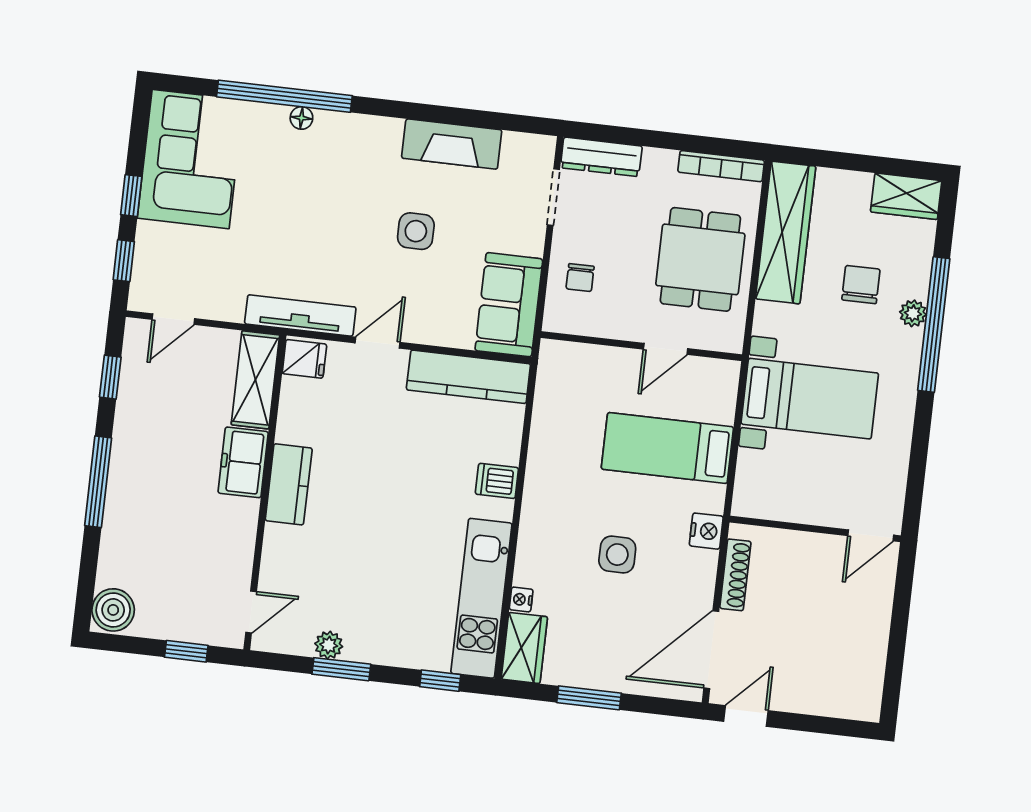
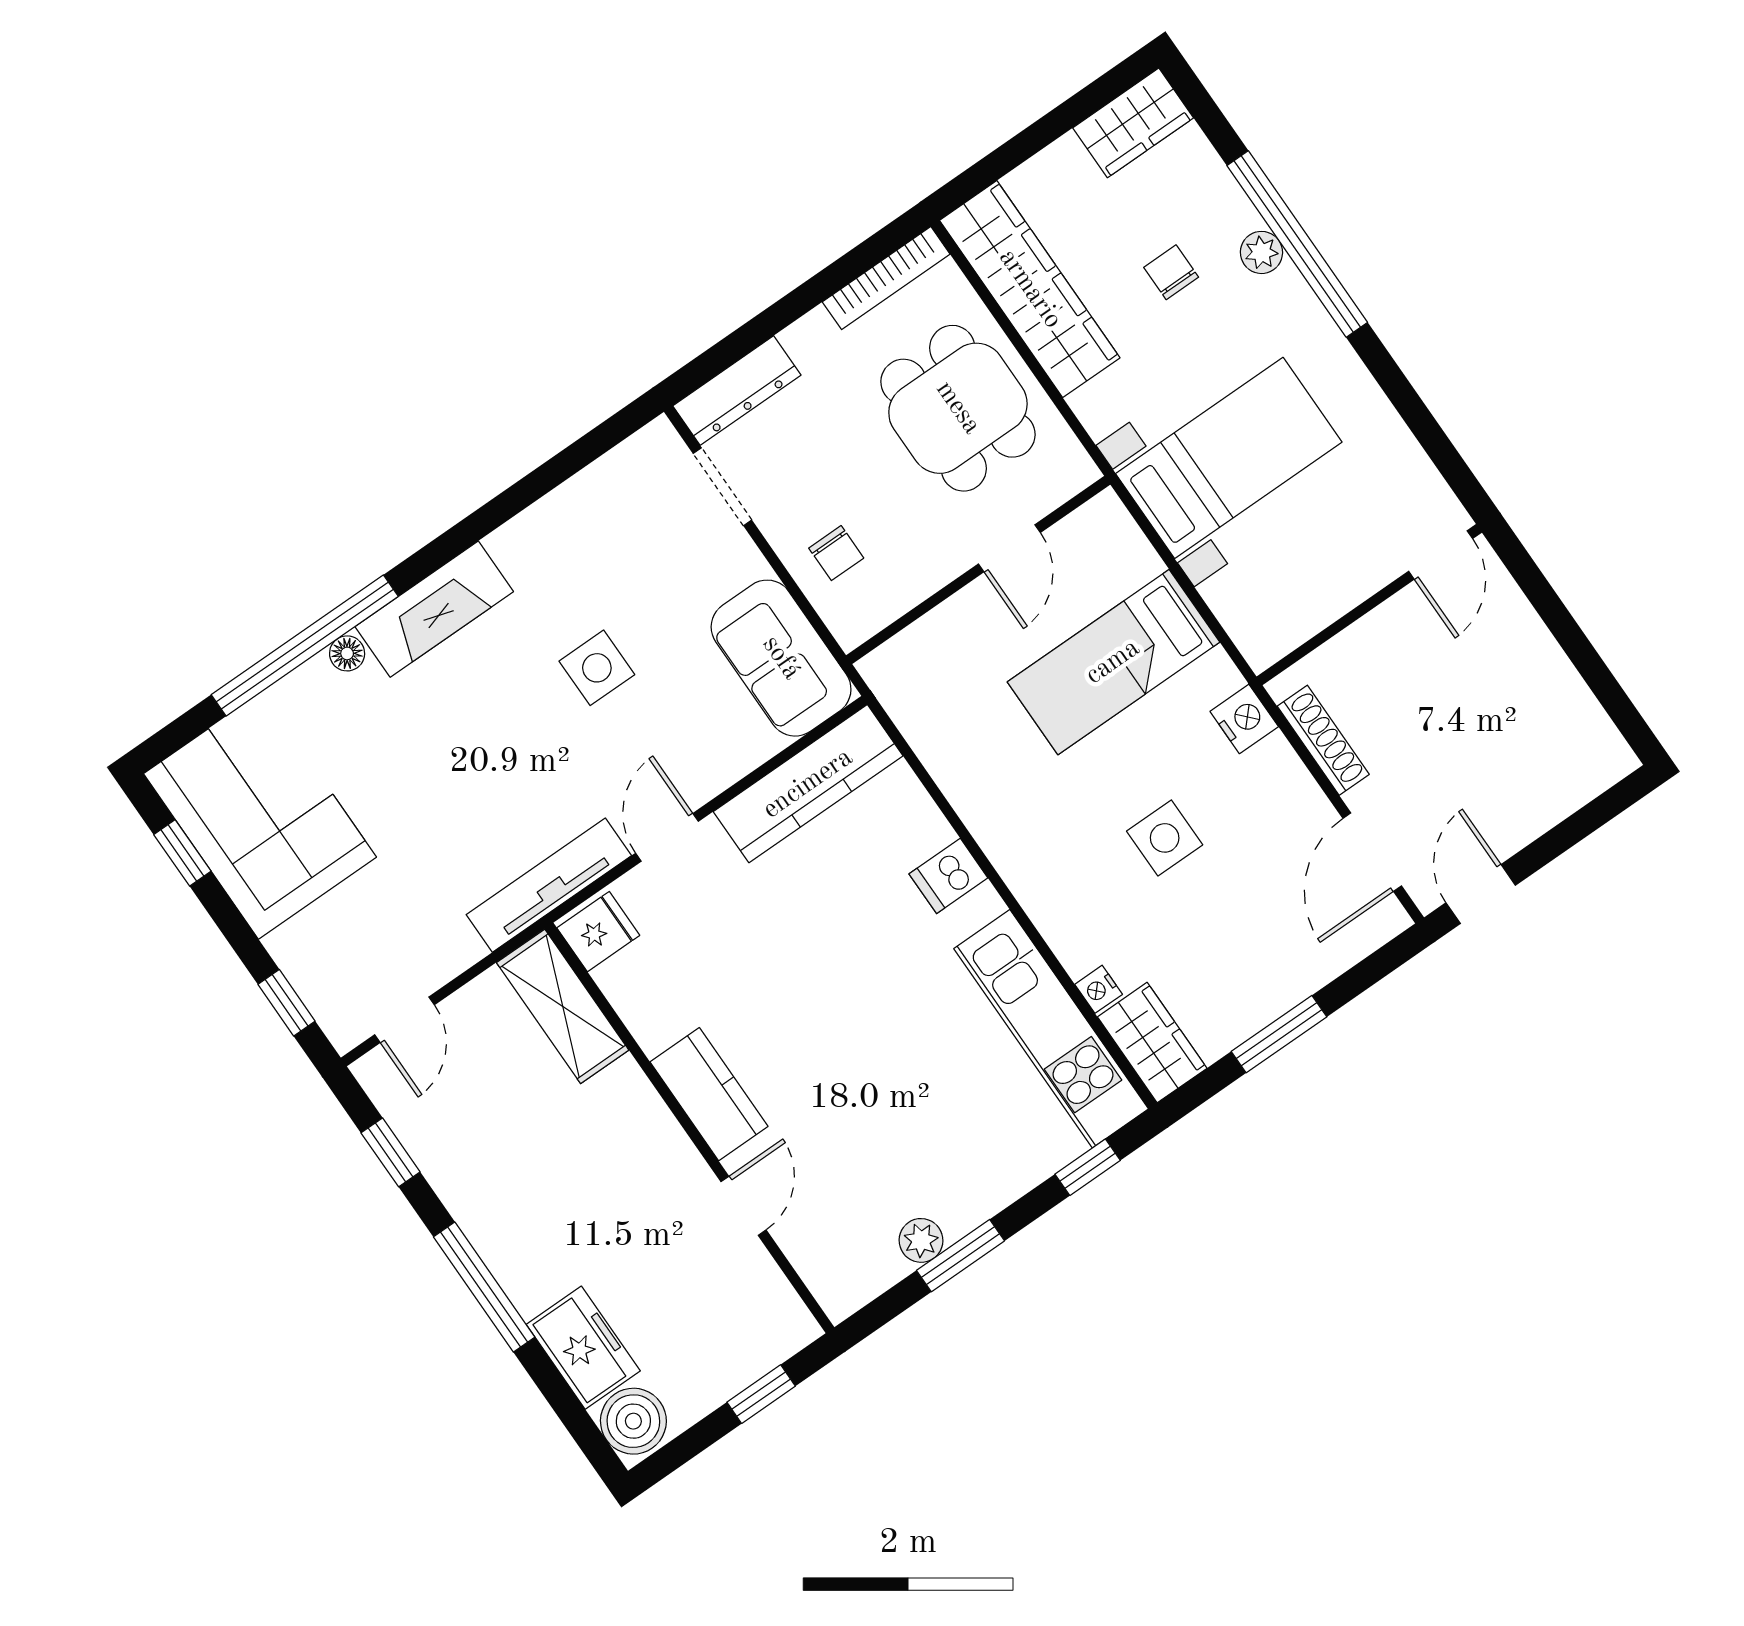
fireplace: (452, 144) -> (434, 609), moved
window: (131, 196) -> (182, 853), moved
chair: (861, 285) -> (1171, 272), width x0.73, depth x0.73
freezer: (243, 462) -> (583, 1348), moved, turned 180
door: (251, 612) -> (744, 1206), moved
door: (711, 650) -> (1372, 852), width x0.73

